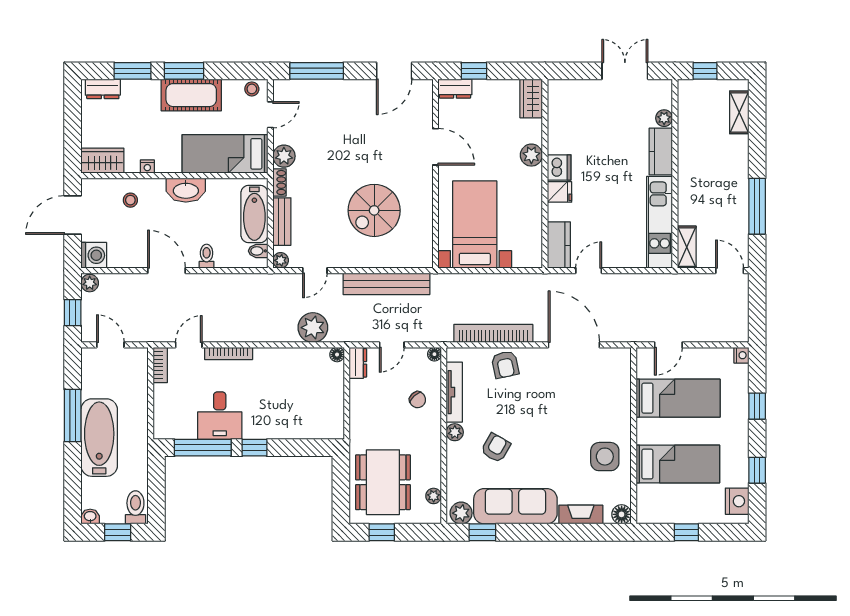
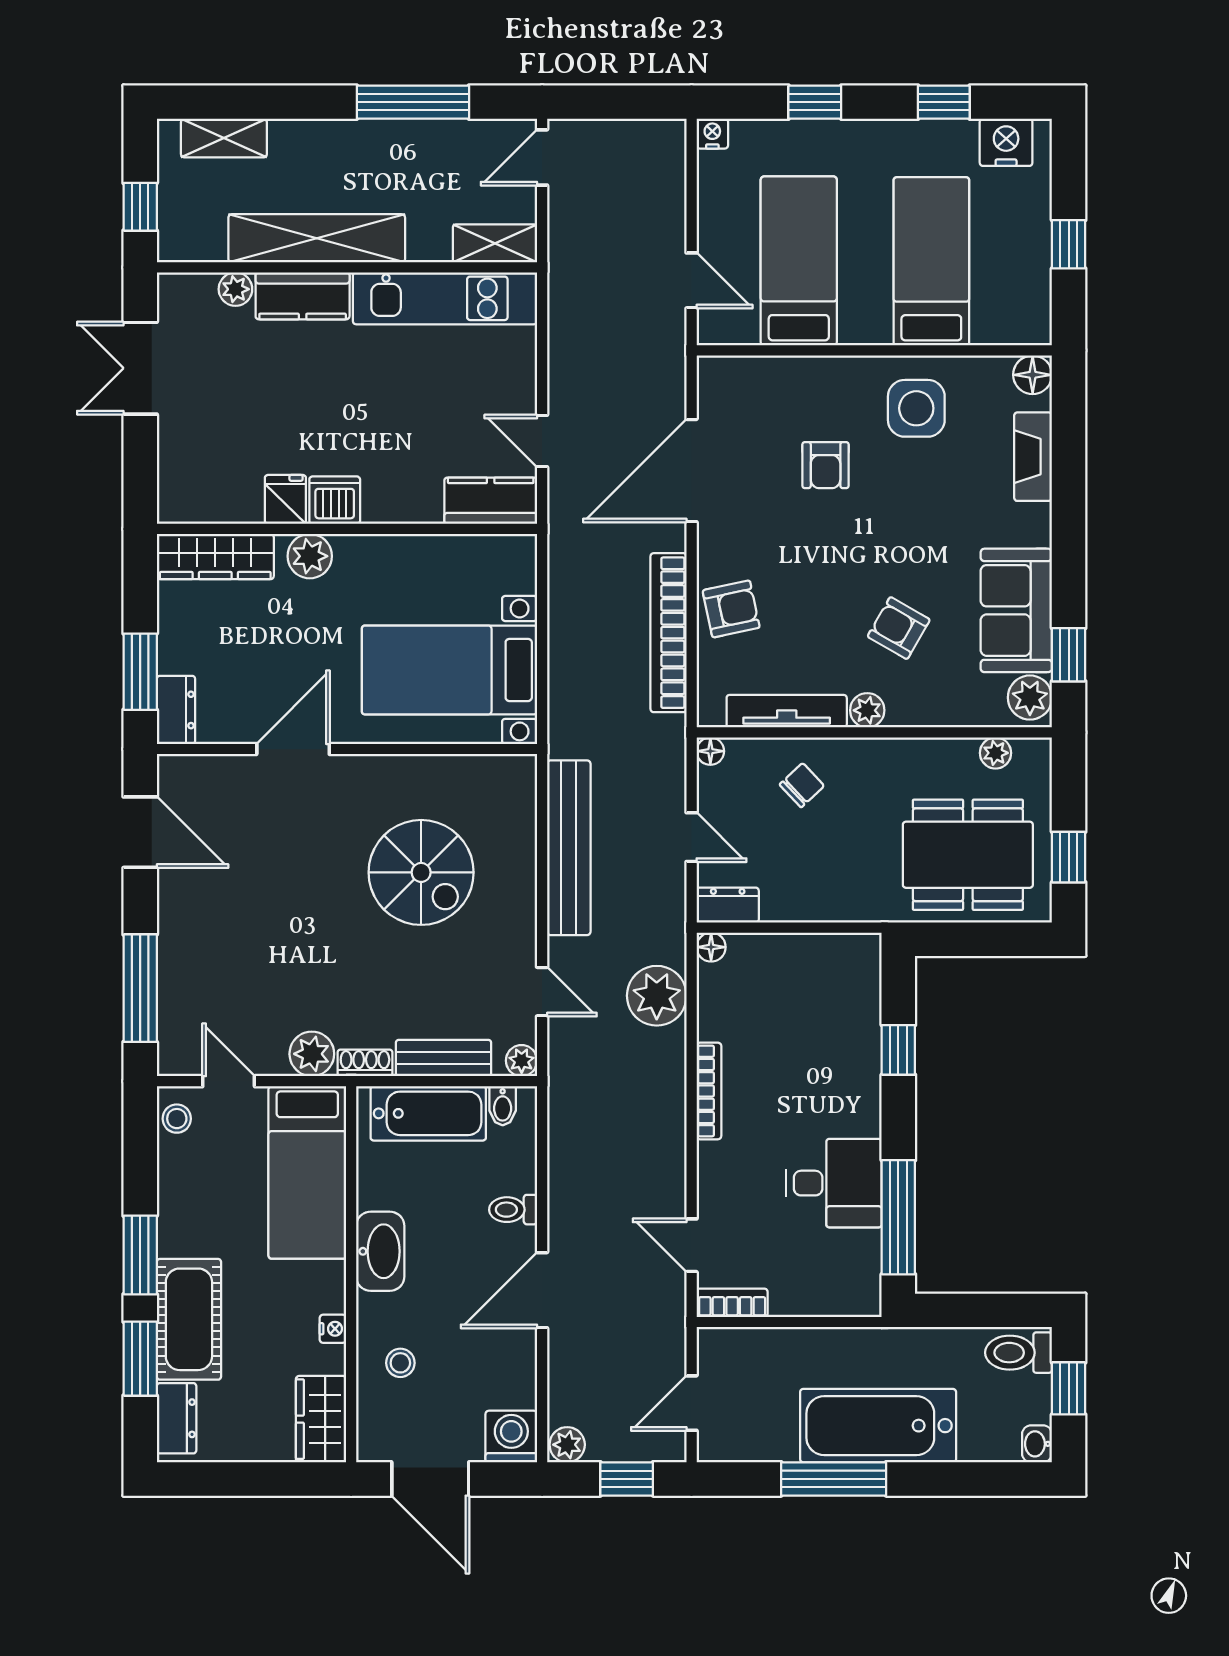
window: (474, 71) -> (140, 672), width x1.50
cot: (191, 95) -> (189, 1319), moved
wardrobe: (531, 98) -> (215, 557), width x1.50
shelving: (689, 159) -> (317, 238), added
fridge: (560, 192) -> (285, 499), moved
bookcase: (229, 353) -> (709, 1091), moved
armchair: (577, 411) -> (826, 465), added
window: (254, 448) -> (898, 1050), moved
sofa: (515, 506) -> (1016, 610), width x0.73

